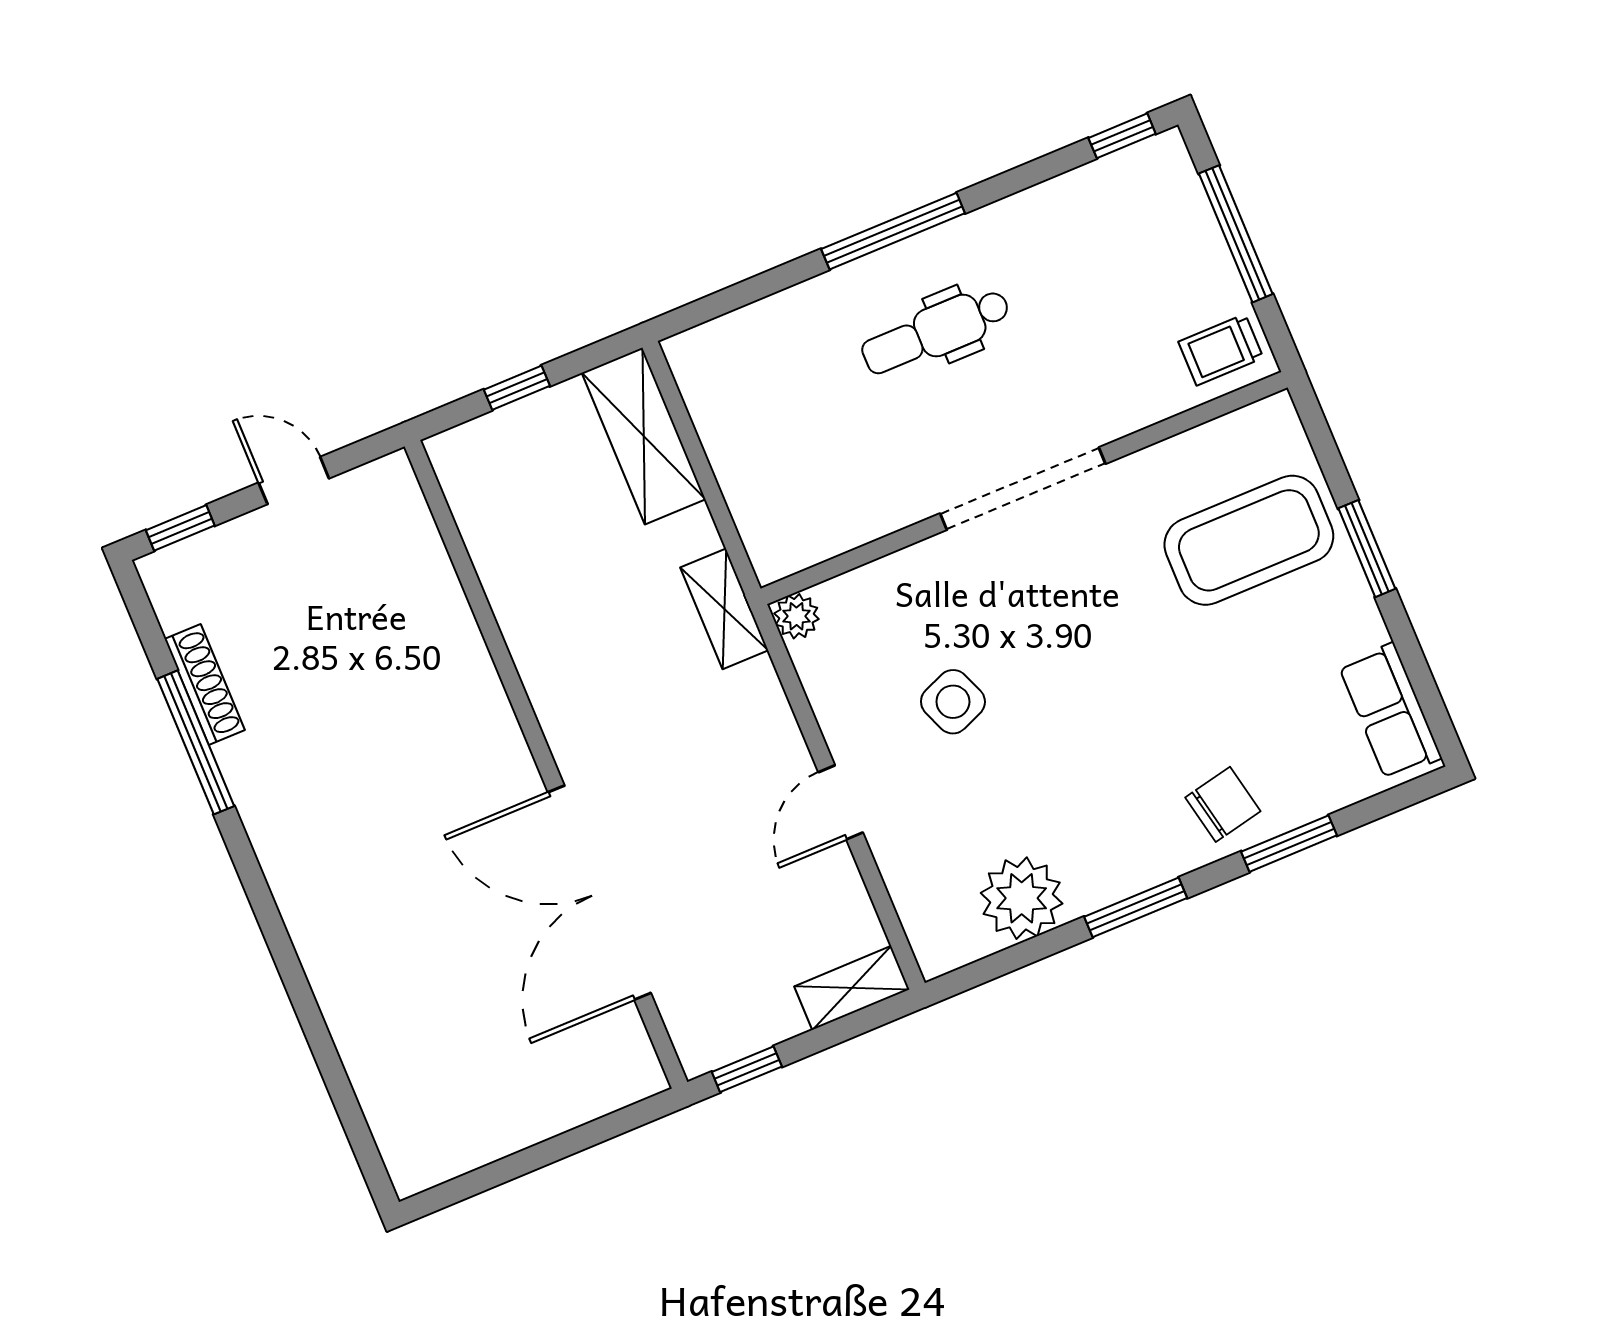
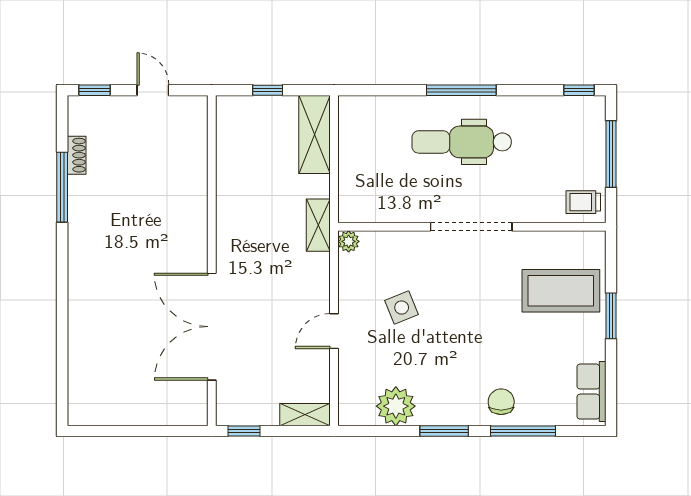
dental chair: (936, 331) -> (462, 142), width x1.36, depth x1.38
shoe rack: (205, 684) -> (77, 155), width x0.70
chair: (1223, 804) -> (501, 402), turned -78
window: (1289, 844) -> (523, 431), width x1.44

